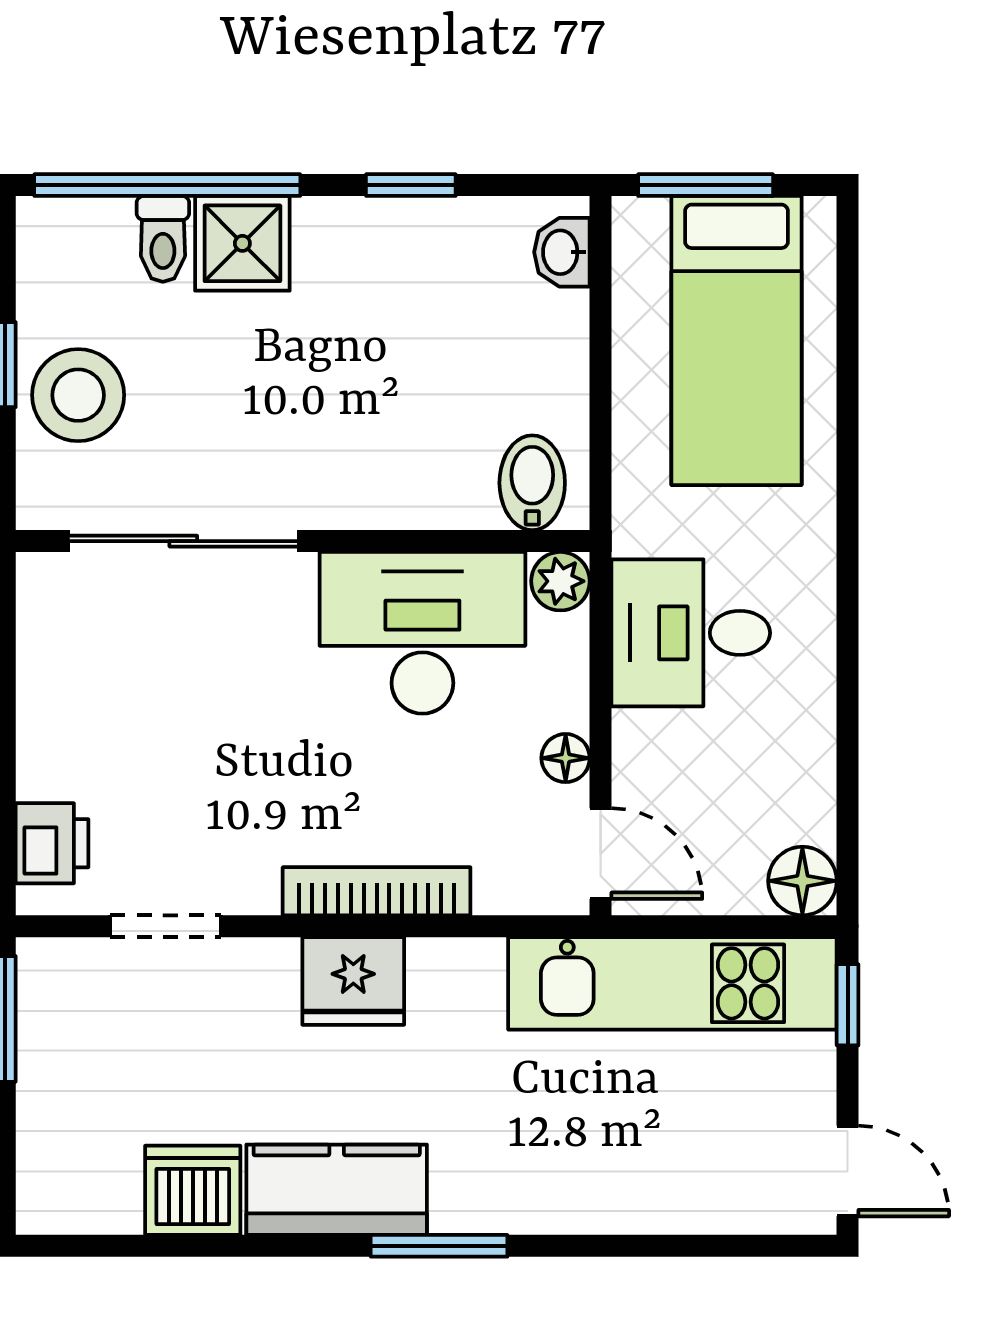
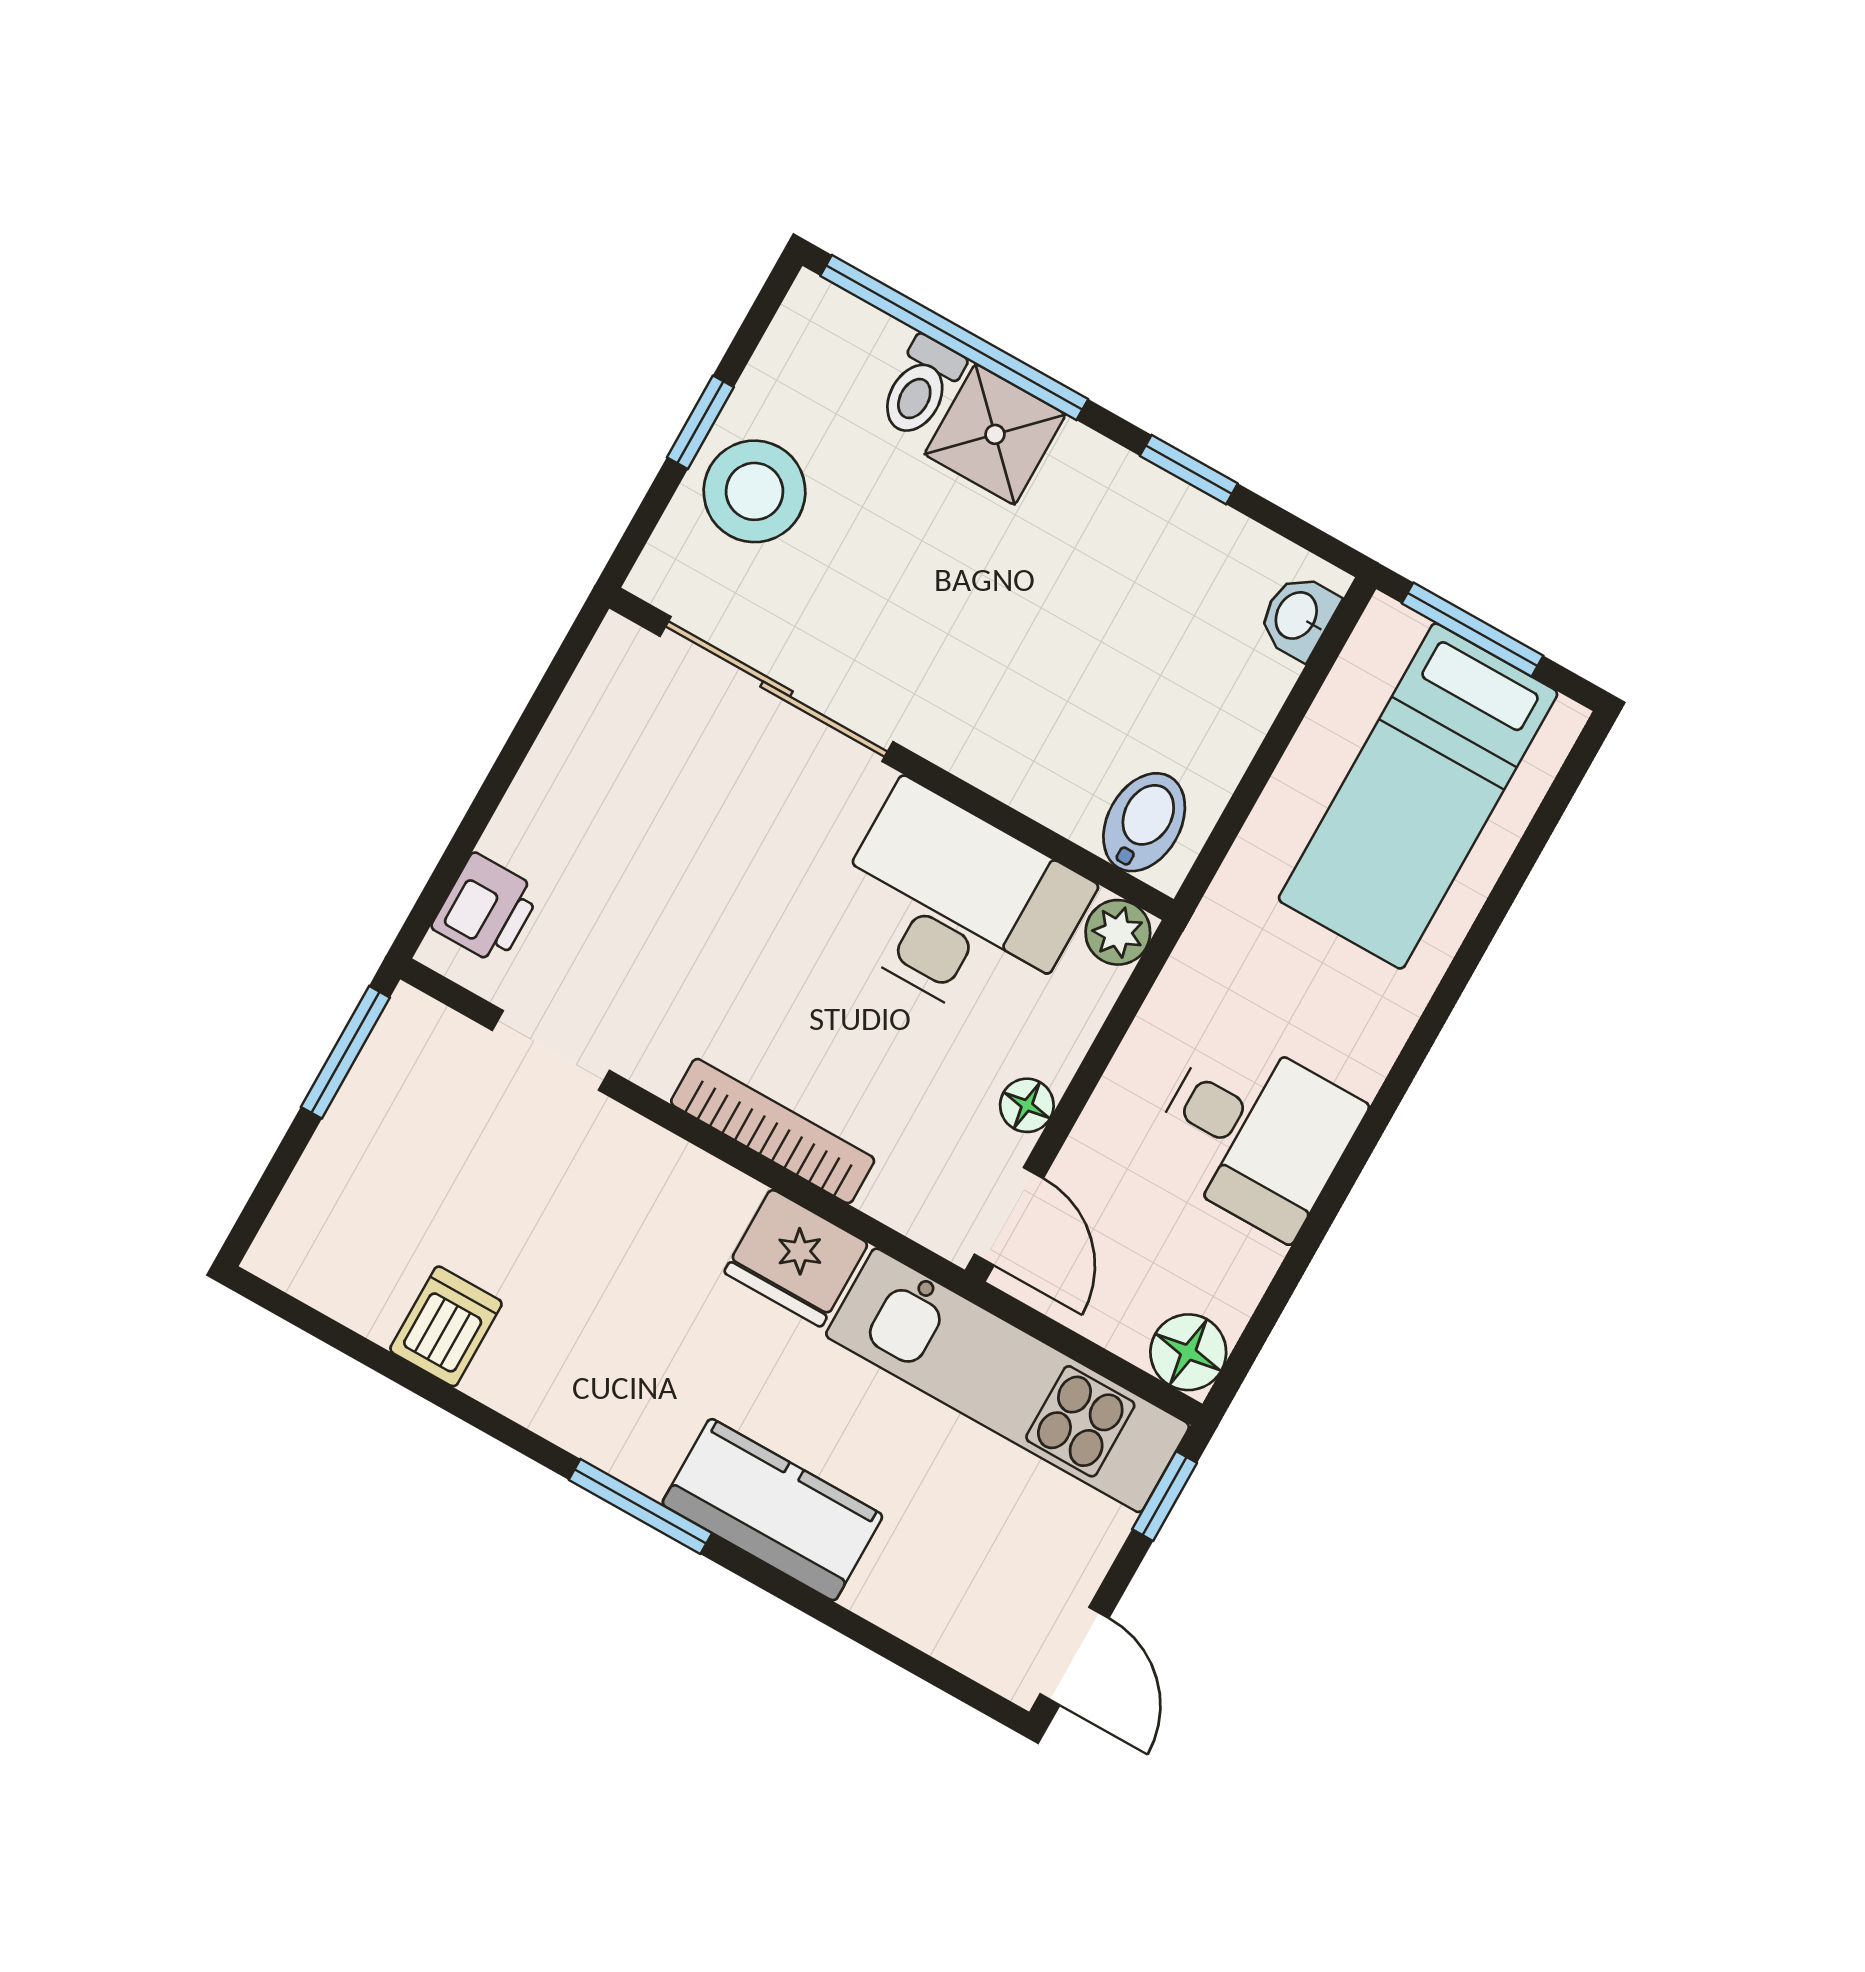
desk: (691, 633) -> (1255, 1133), moved, turned 180
fridge: (353, 981) -> (796, 1258), moved
dishwasher: (193, 1190) -> (446, 1326), width x0.73
kitchen counter: (337, 1190) -> (772, 1510), moved

